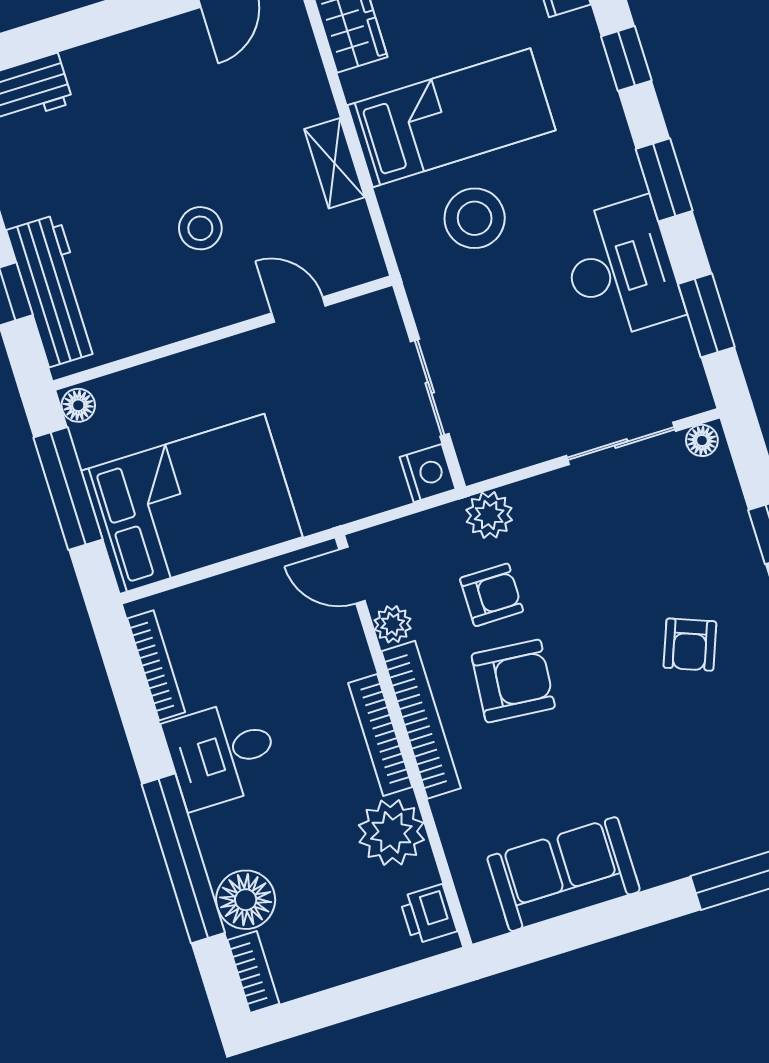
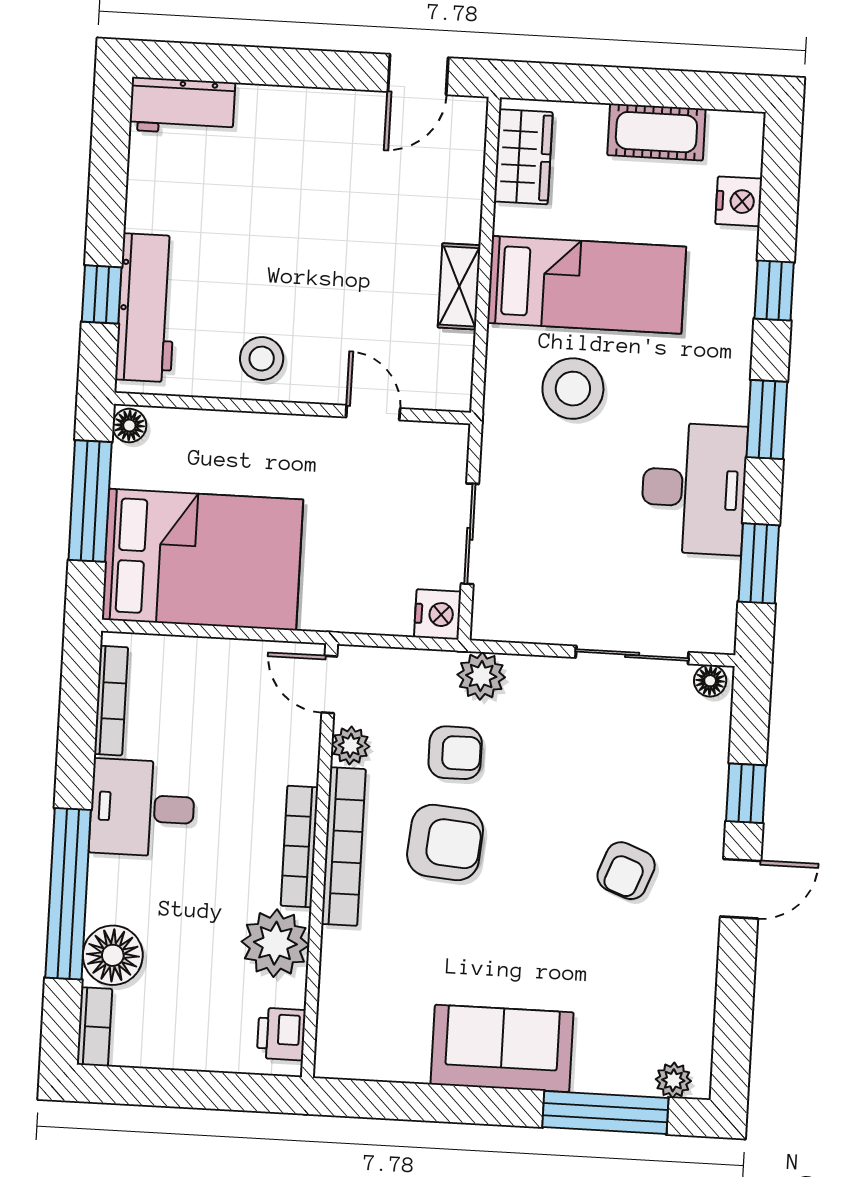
stool: (200, 228) -> (262, 359), moved
sofa: (564, 874) -> (502, 1048), moved

